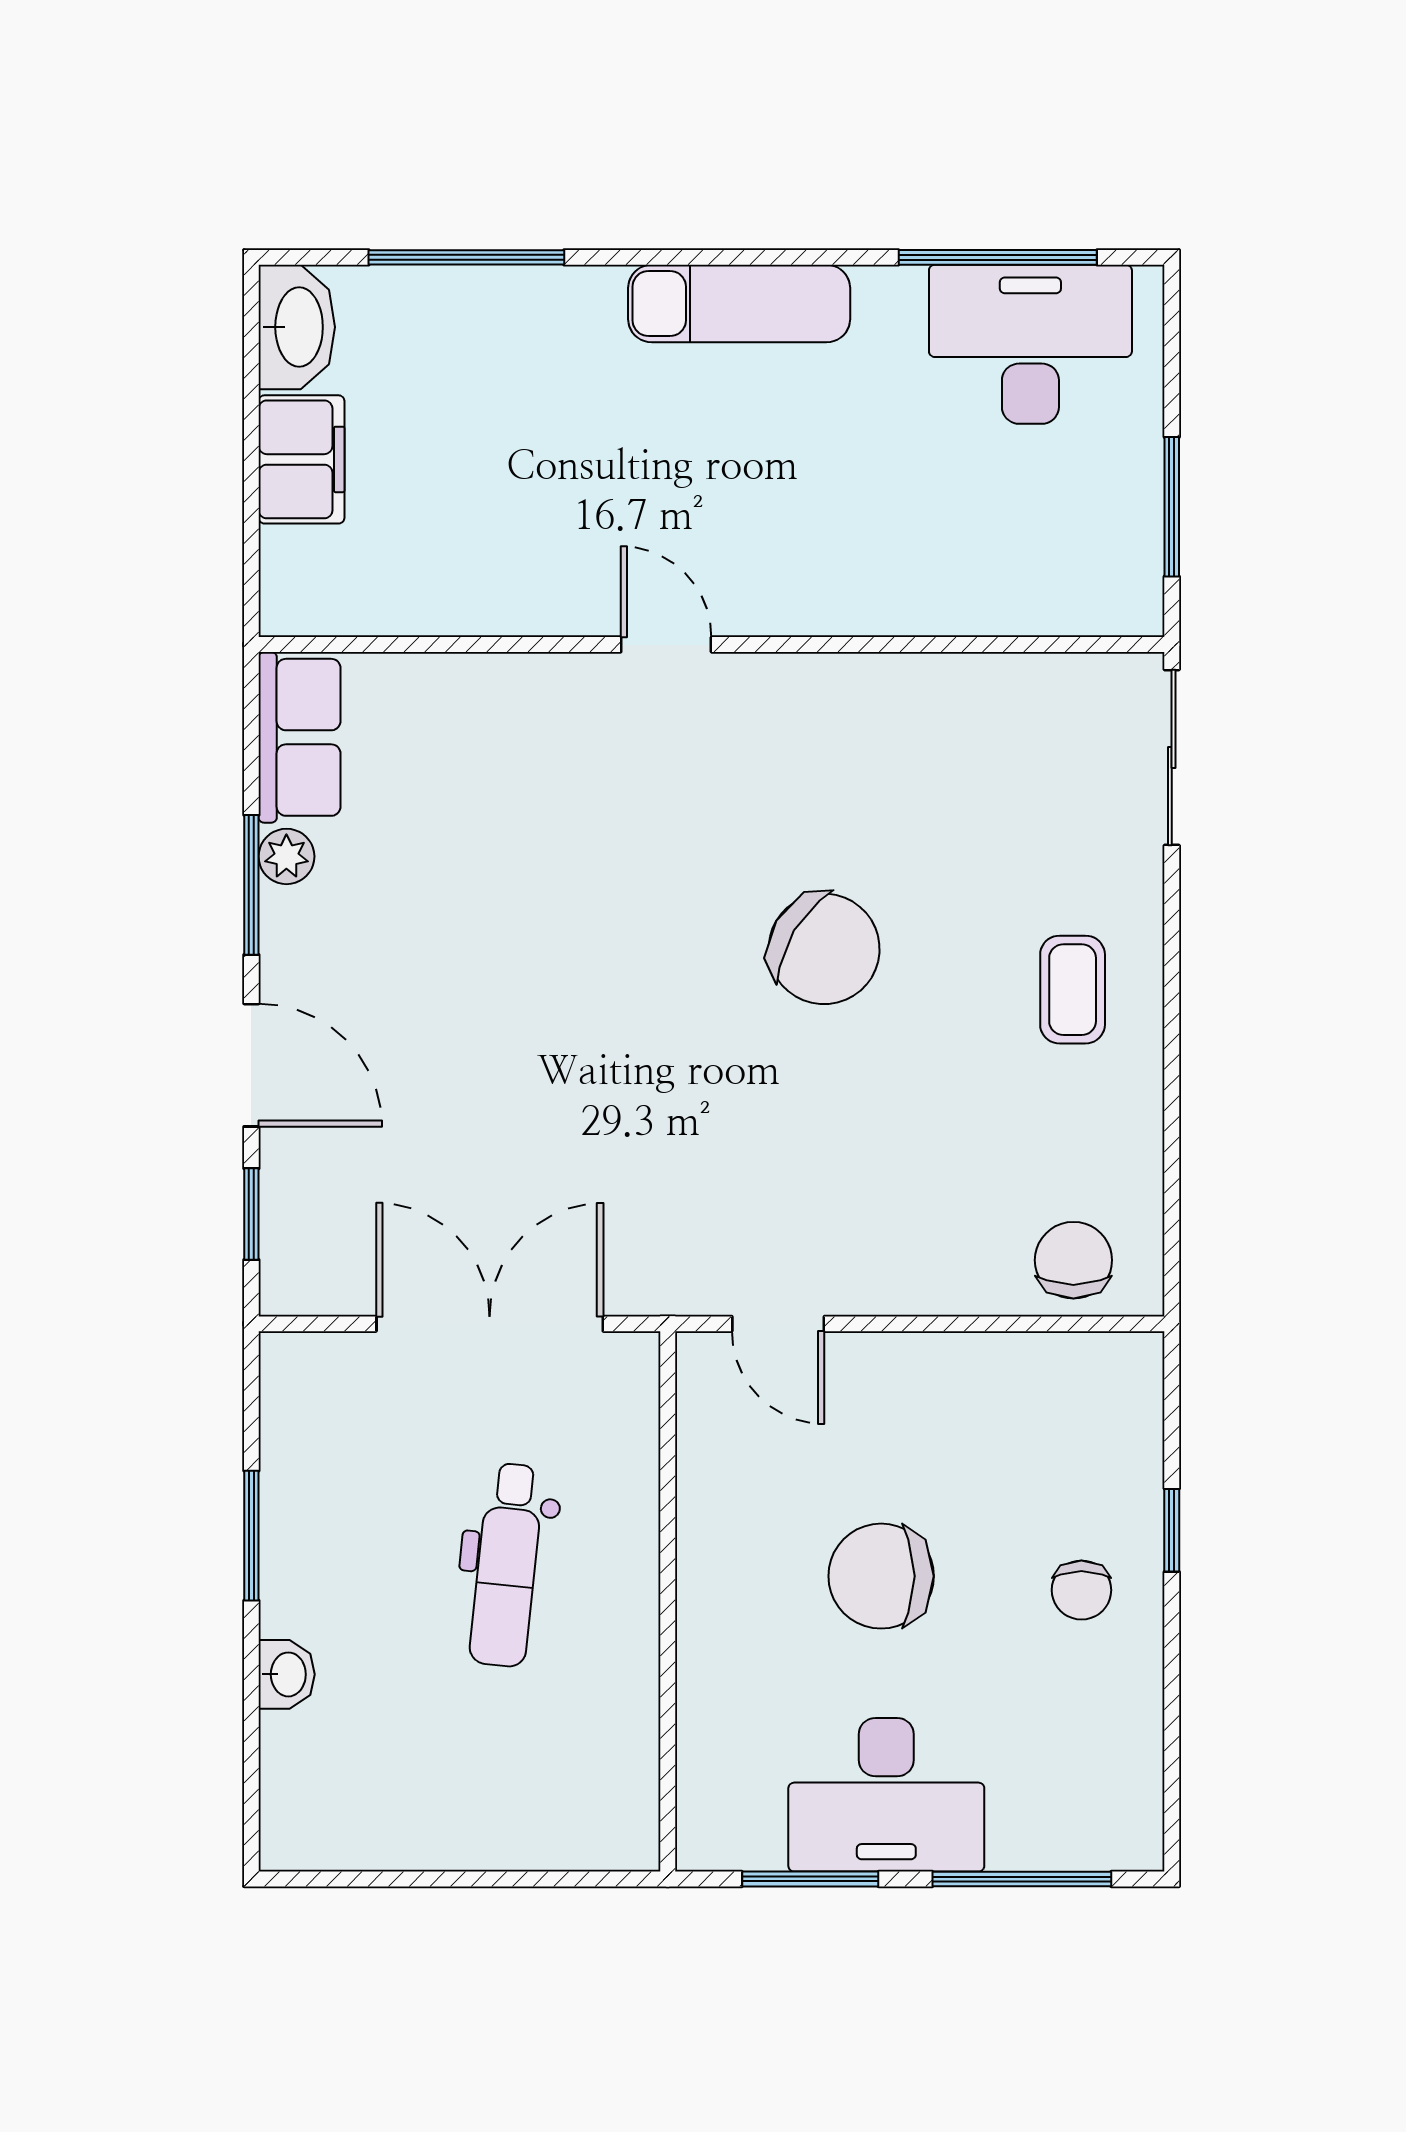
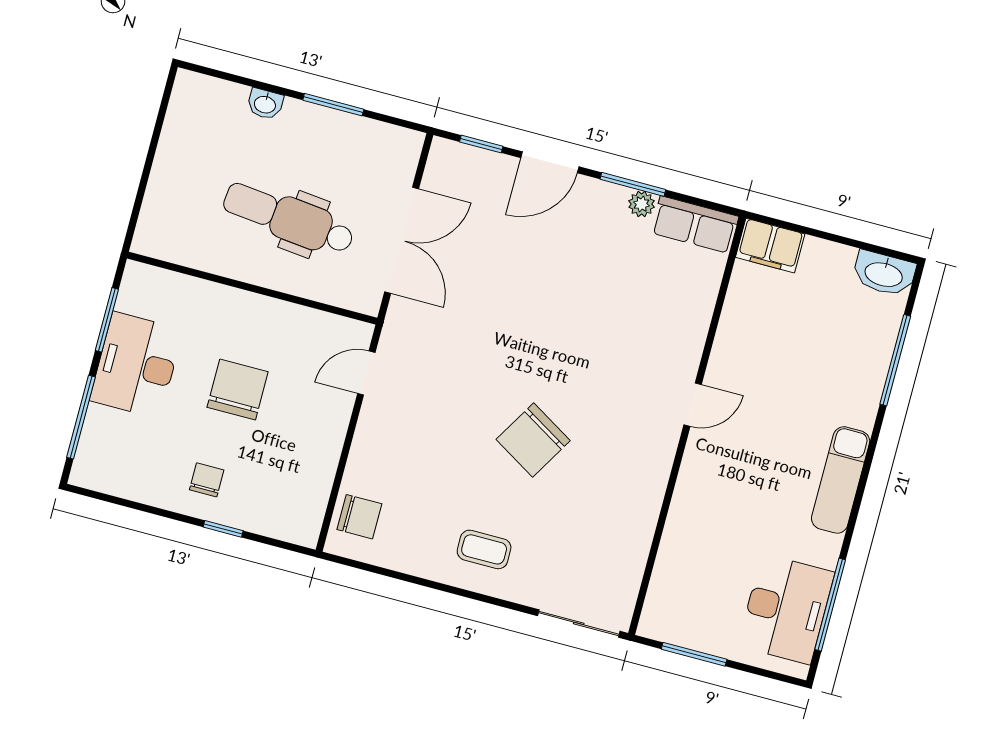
filing cabinet: (301, 459) -> (770, 246), moved
dental chair: (507, 1565) -> (289, 219), width x1.36, depth x1.38
chair: (1081, 1590) -> (207, 480), turned 90

